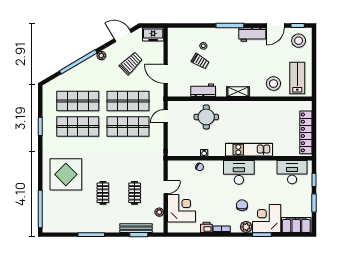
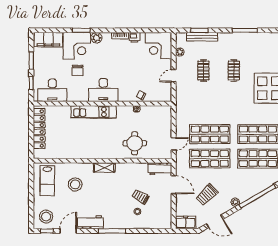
stool: (273, 84) -> (75, 184), moved
workbench: (203, 90) -> (160, 169), moved
chair: (242, 205) -> (78, 70), moved
corner desk: (182, 208) -> (158, 46), moved

